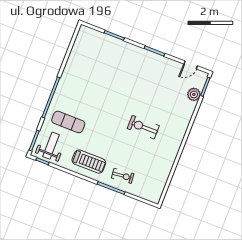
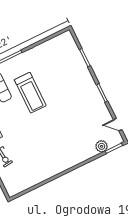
treadmill: (96, 104) -> (30, 93), added
exercise bike: (143, 127) -> (47, 137), removed

